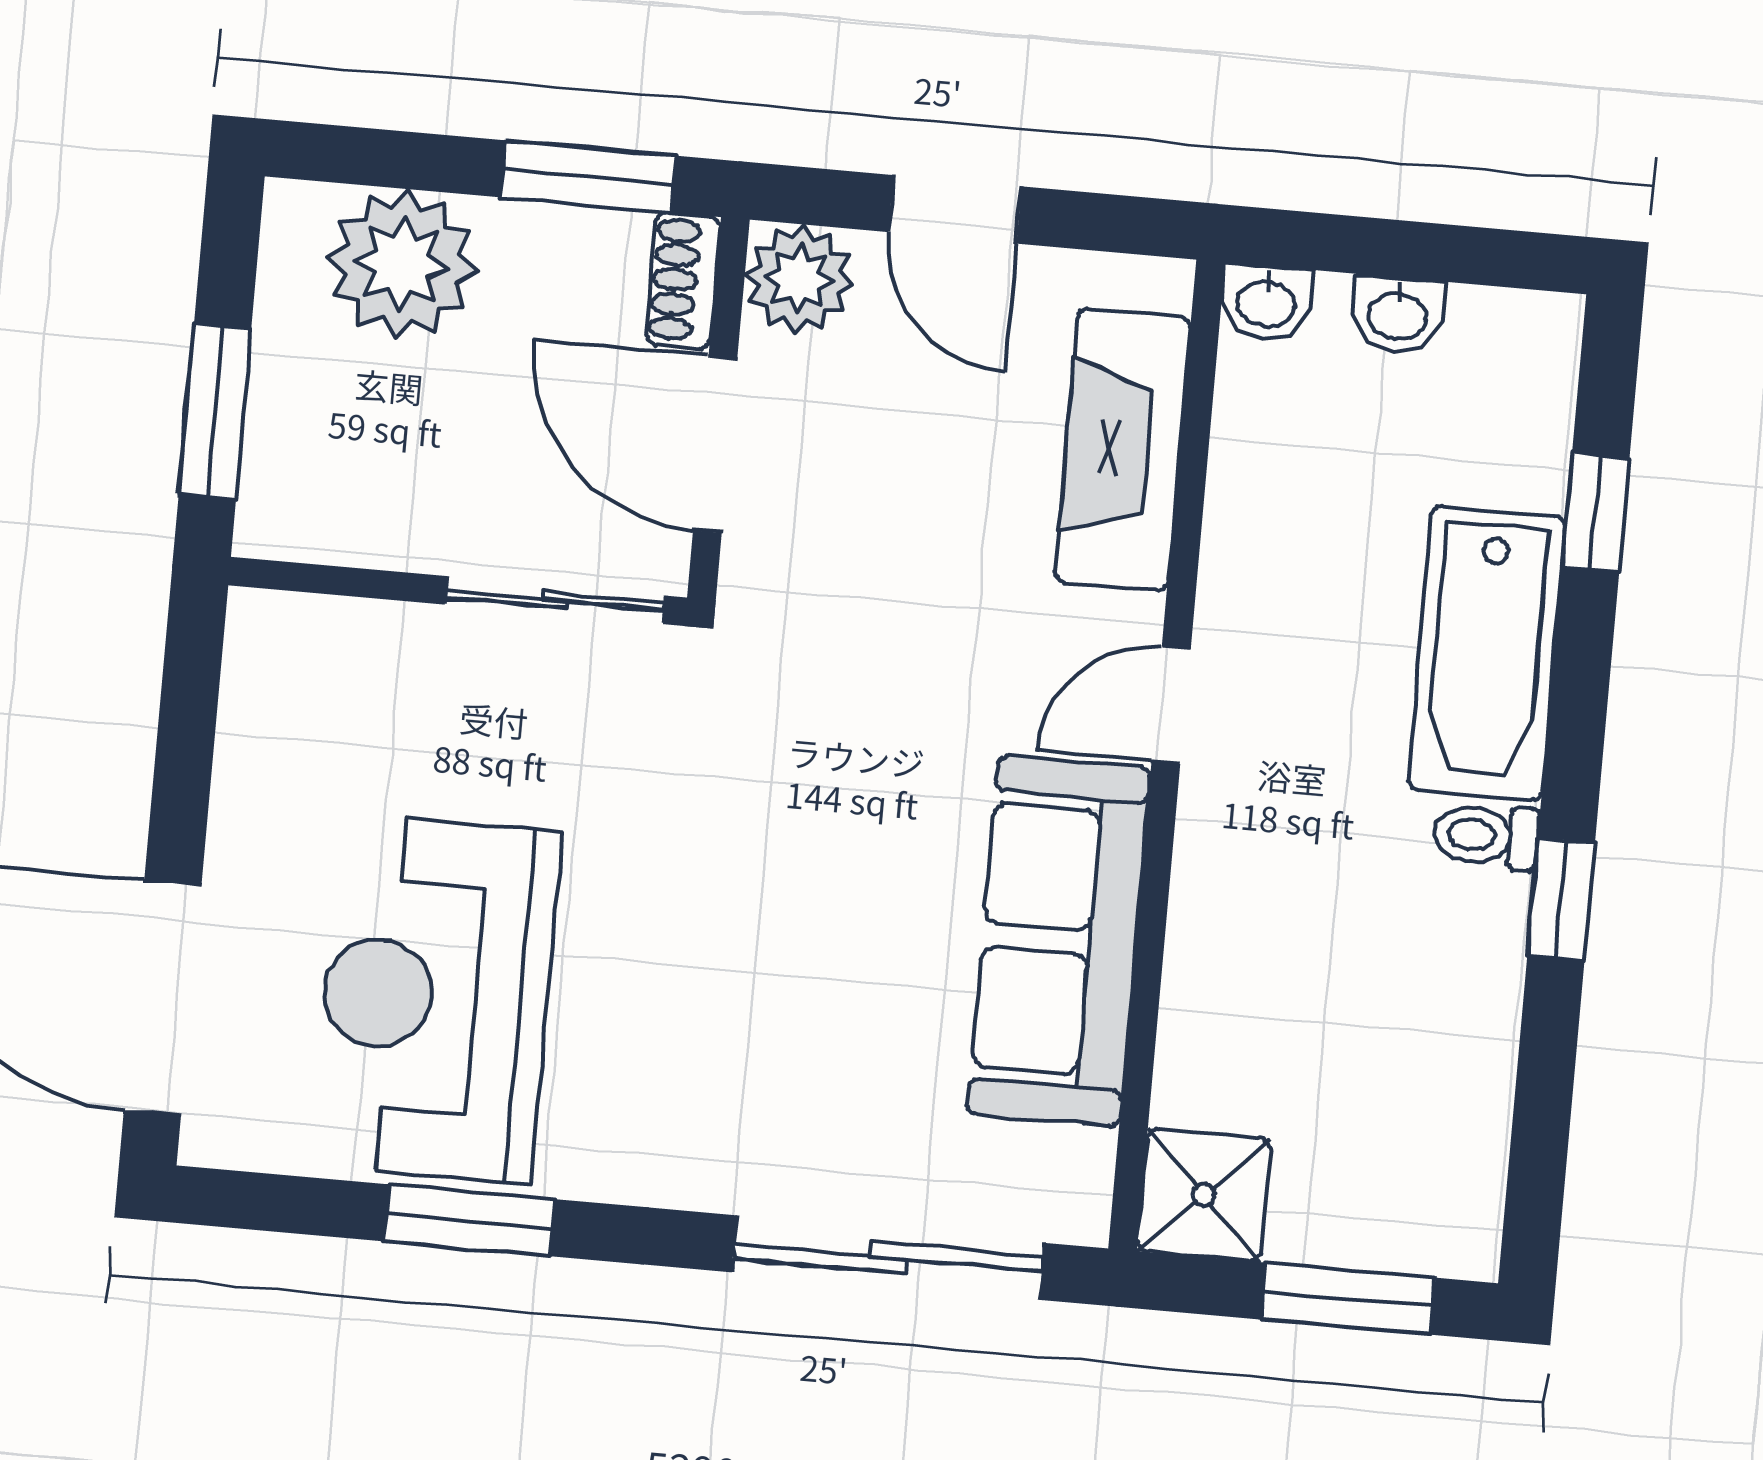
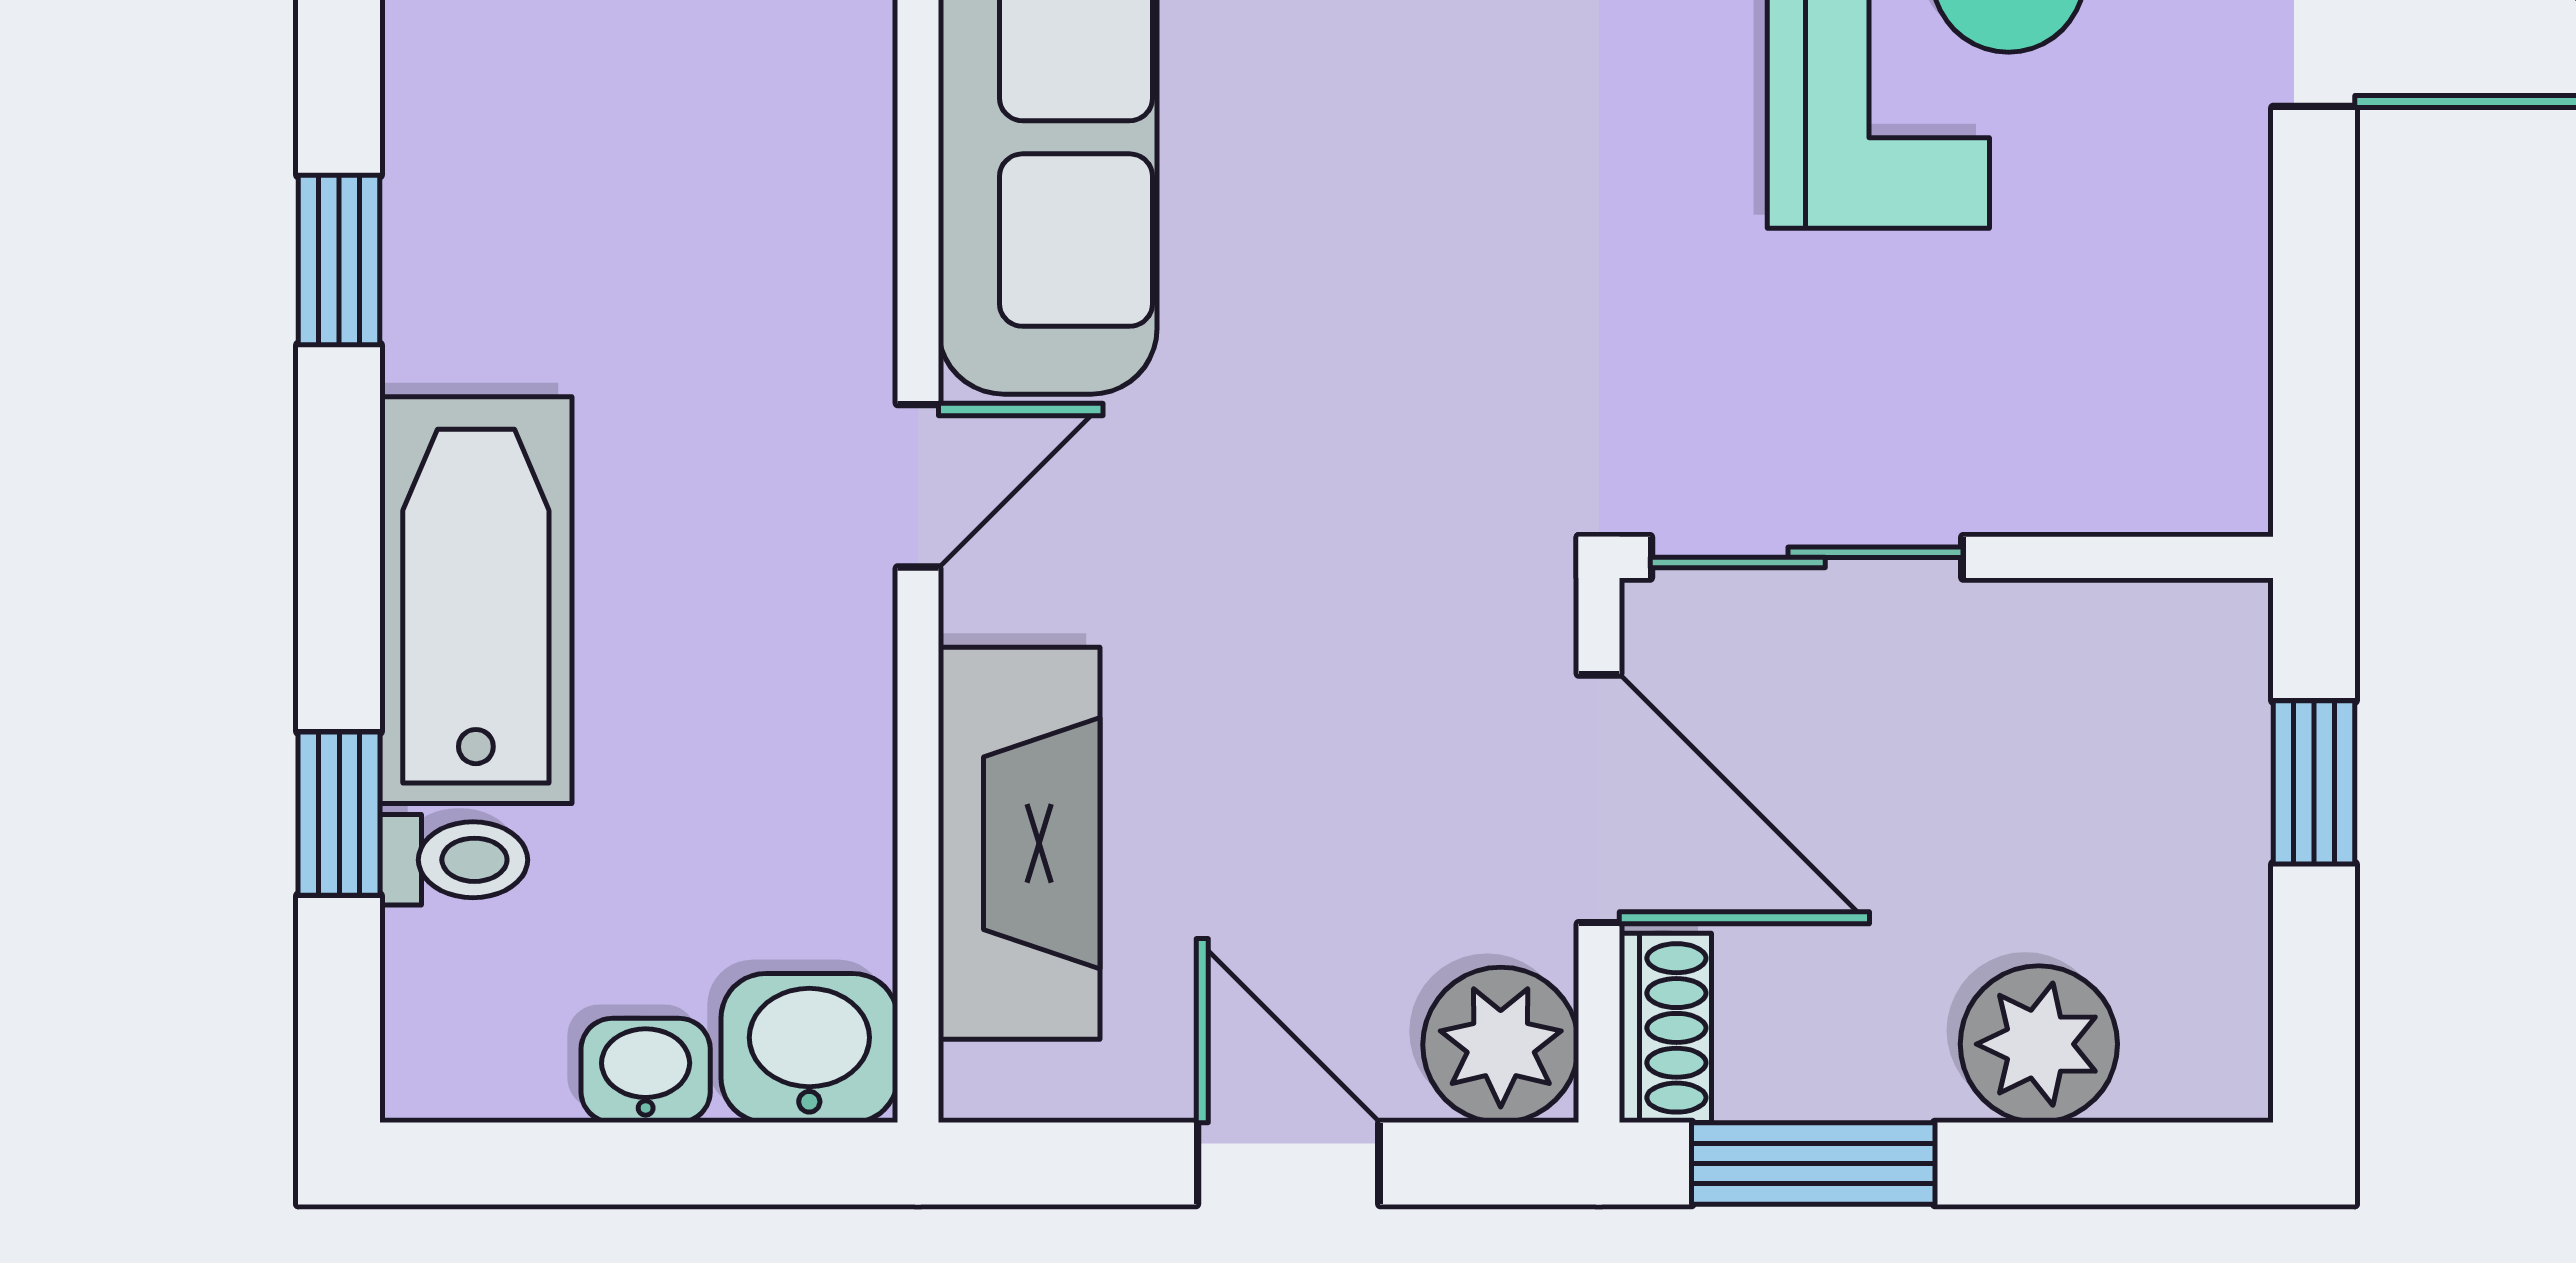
plant: (402, 264) -> (2039, 1044), width x0.73, depth x0.73
washbasin: (1266, 302) -> (809, 1048), width x1.38, depth x1.45
window: (215, 411) -> (2314, 782), width x0.67
toilet: (1486, 836) -> (454, 860), moved

